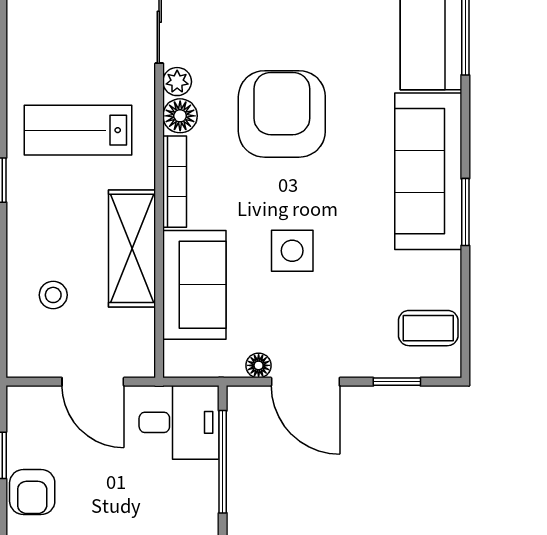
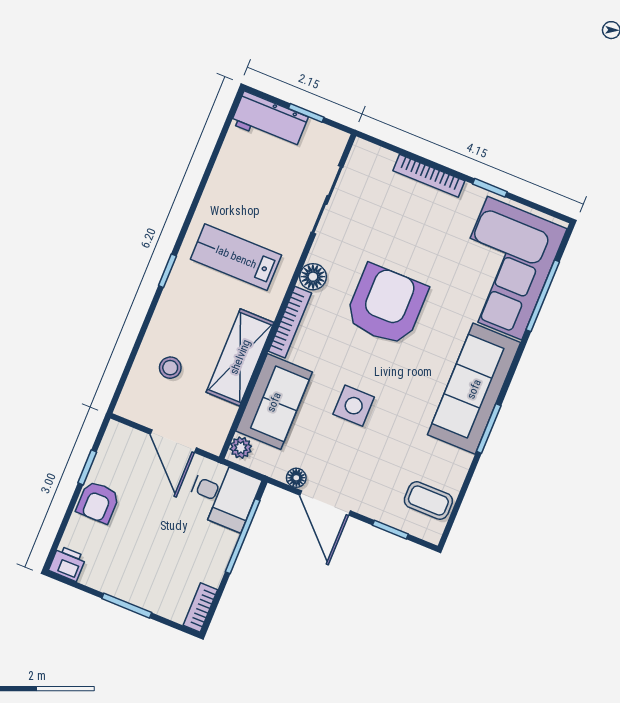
plant: (177, 82) -> (241, 448), moved

